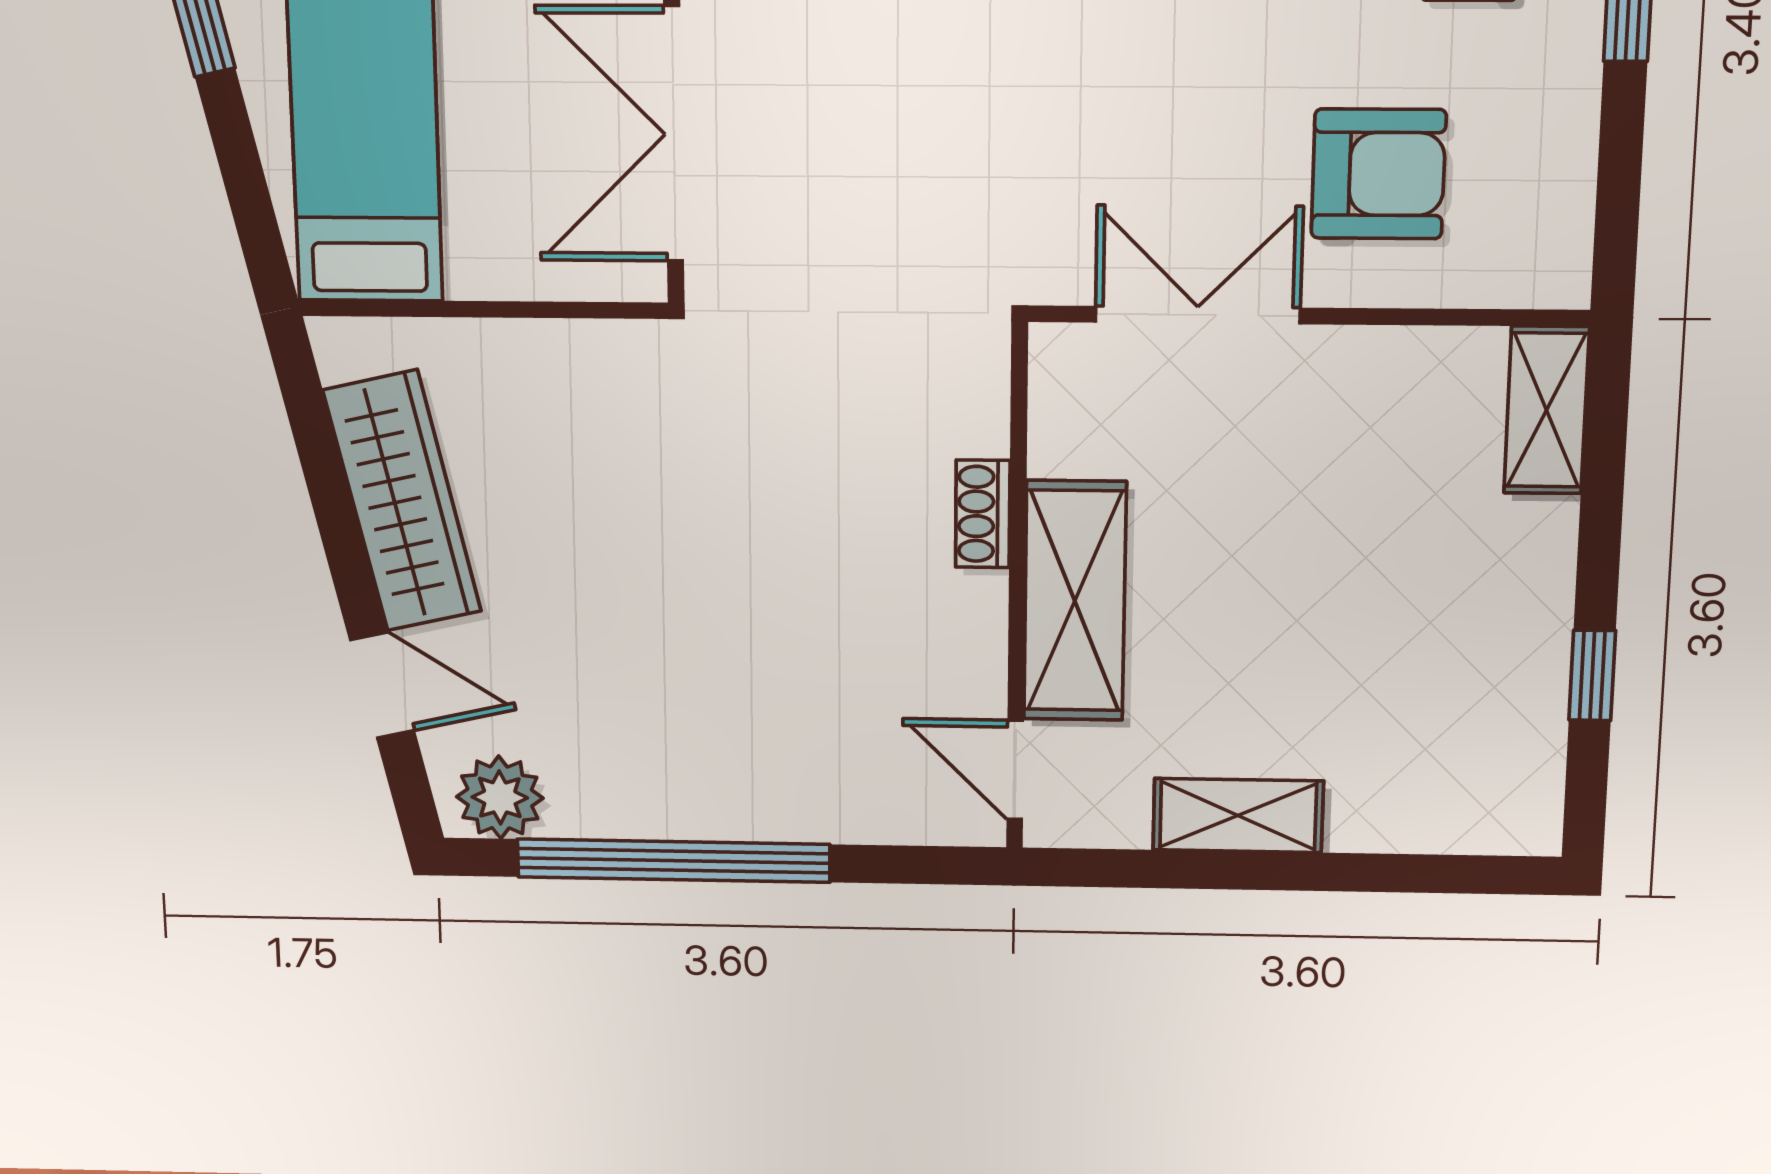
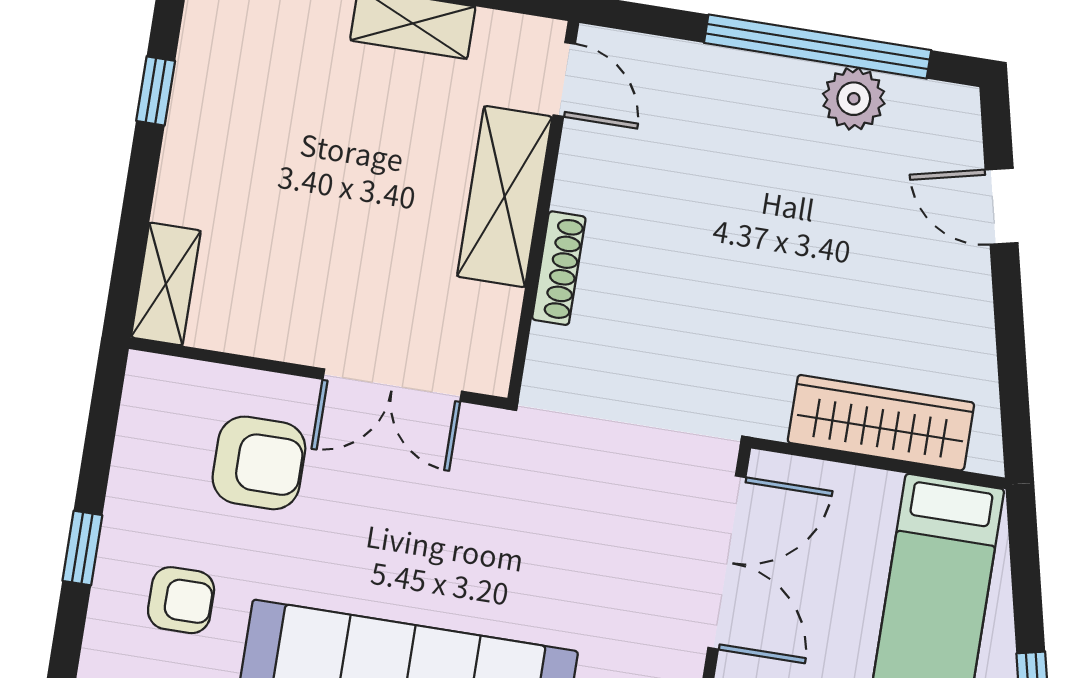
armchair: (1378, 174) -> (259, 463), turned 180
wardrobe: (402, 501) -> (881, 423), moved, turned 103
shoe rack: (983, 514) -> (559, 268), width x1.43
plant: (500, 797) -> (854, 99), moved

